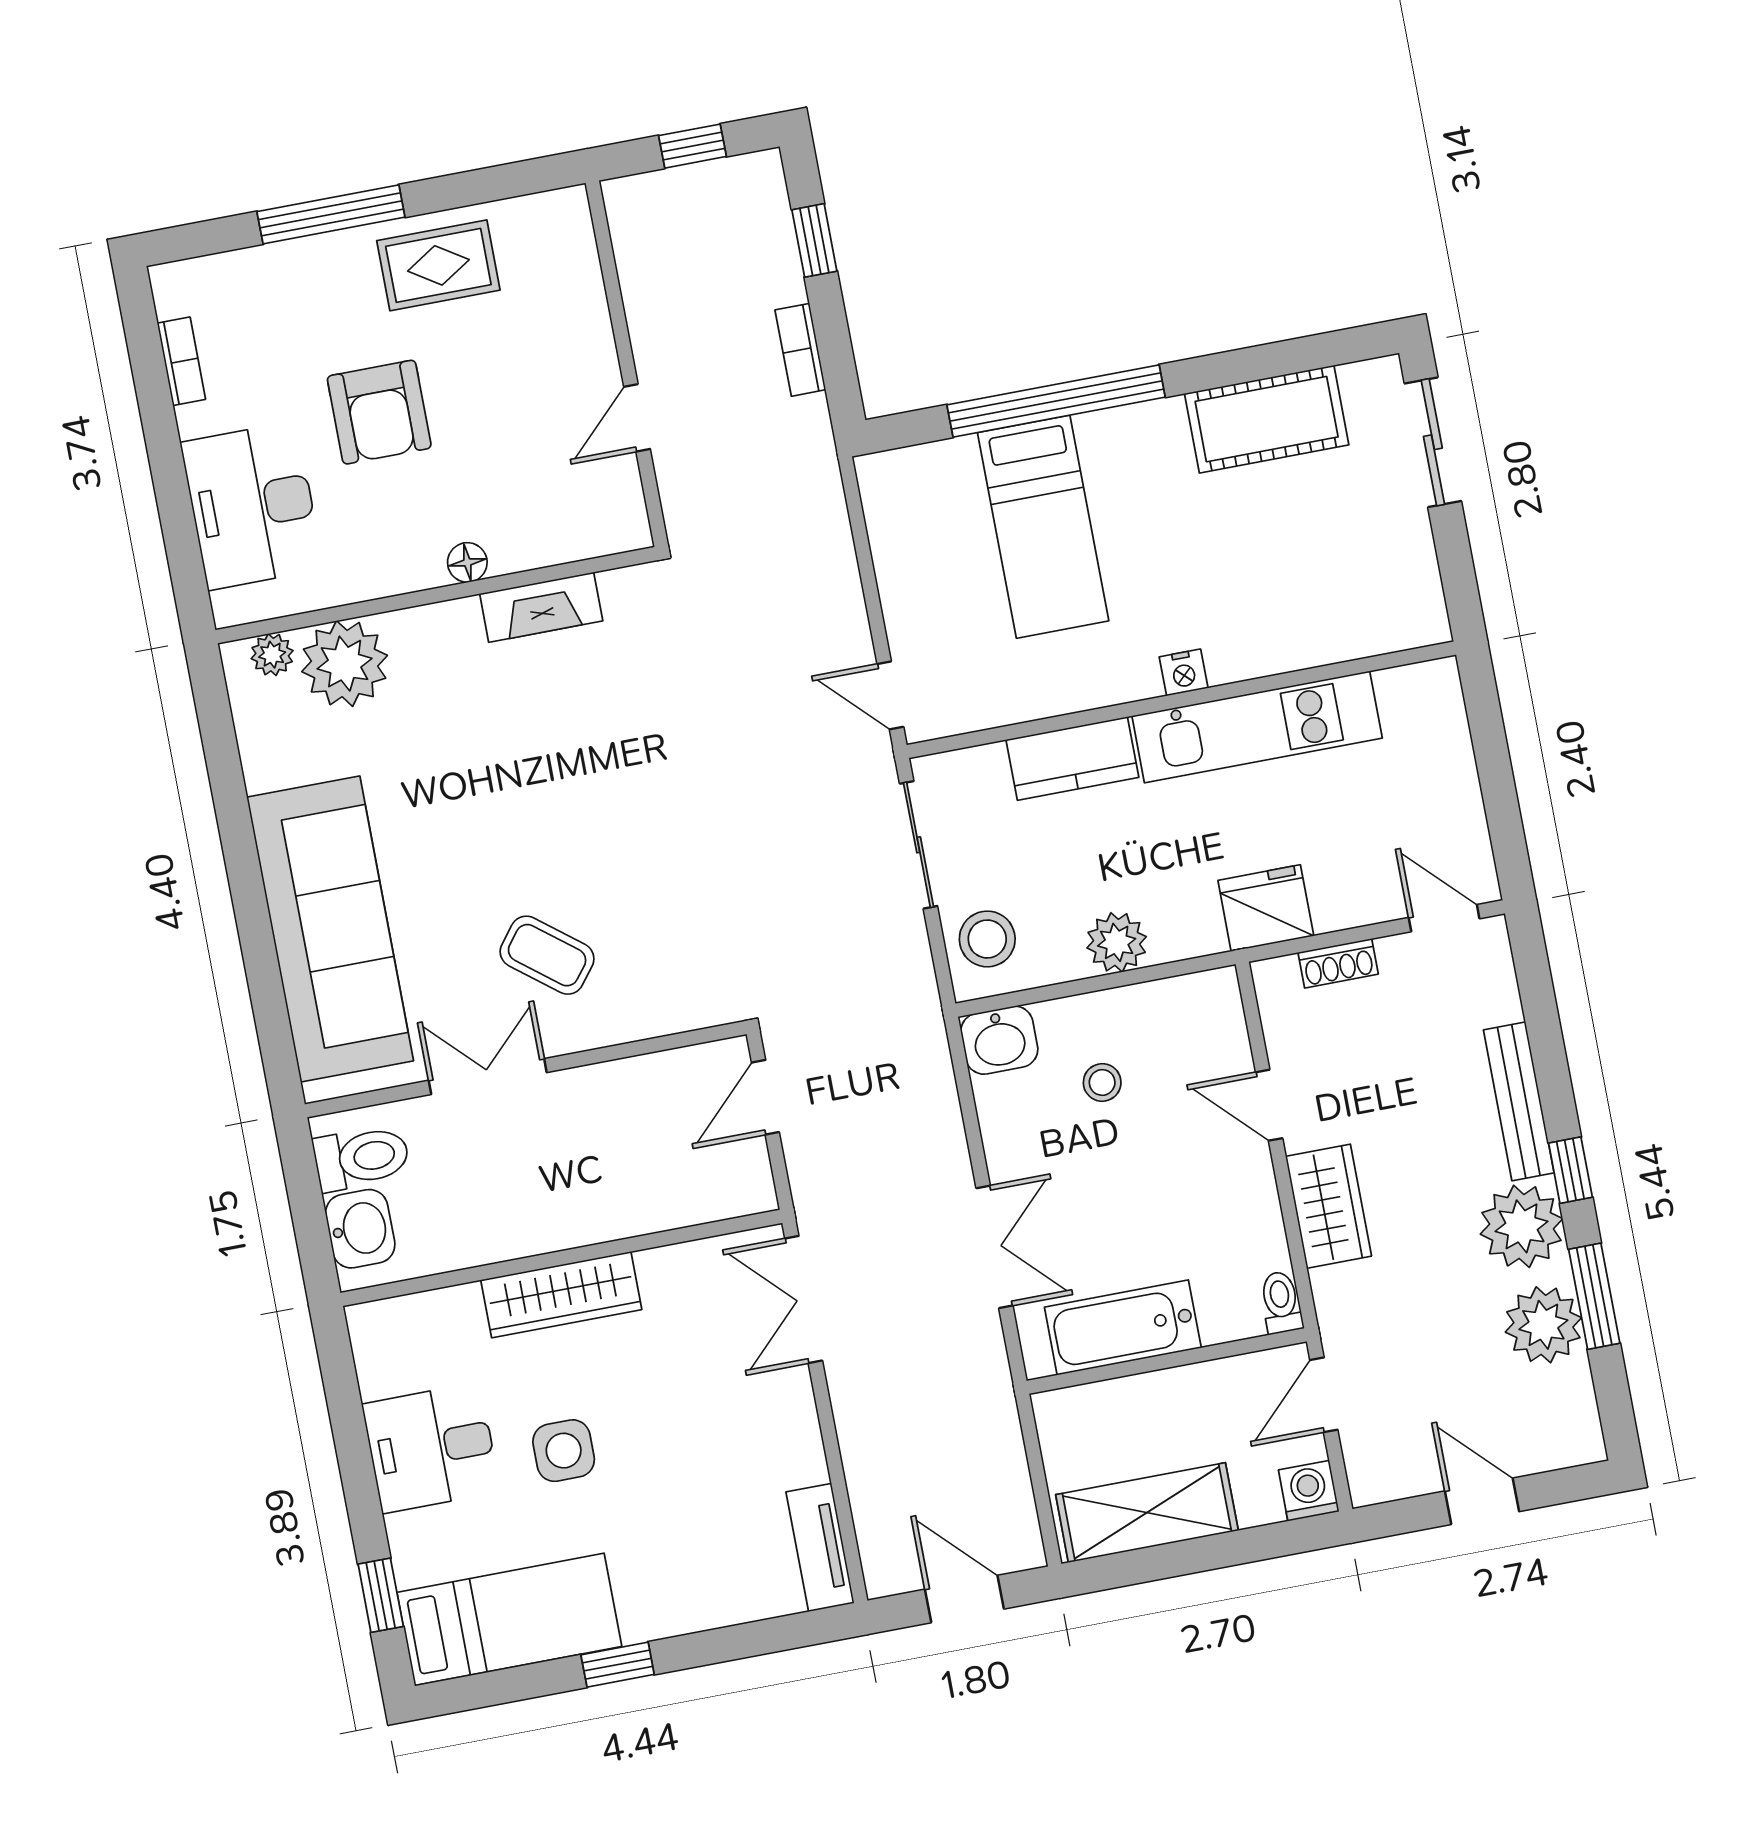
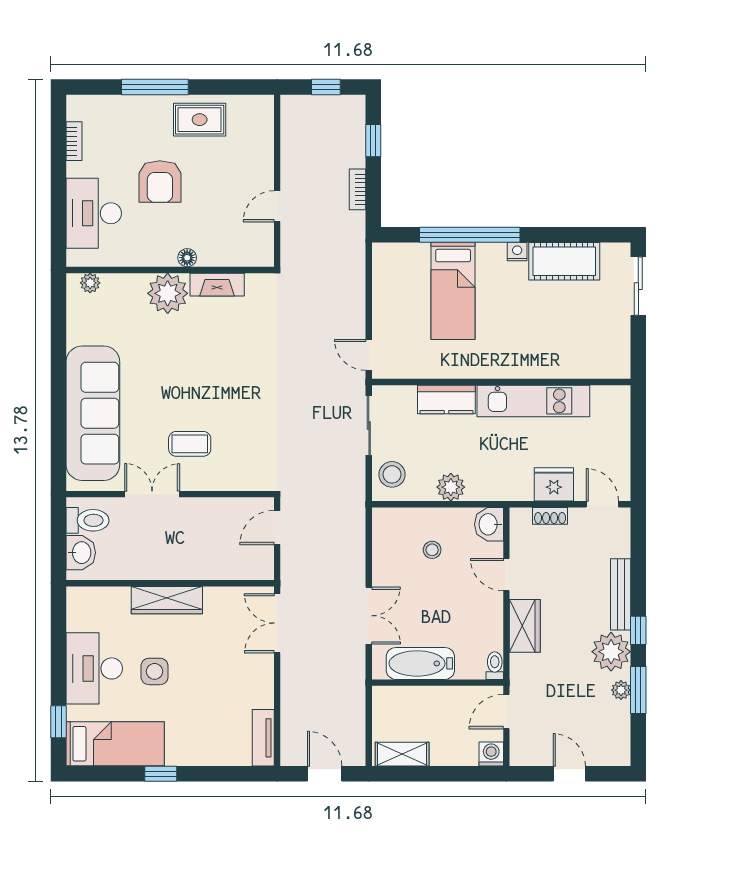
plant: (345, 664) -> (168, 293), moved
nightstand: (1184, 672) -> (517, 252), moved, turned 180
fridge: (1266, 908) -> (554, 484), moved
coffee table: (547, 955) -> (190, 444), turned -38
washbasin: (999, 1040) -> (489, 524), moved, turned 90
plant: (1543, 1325) -> (621, 690), width x0.53, depth x0.53
desk: (431, 1448) -> (94, 668), width x1.37
shelving: (1147, 1513) -> (402, 754), width x0.67, depth x0.75

